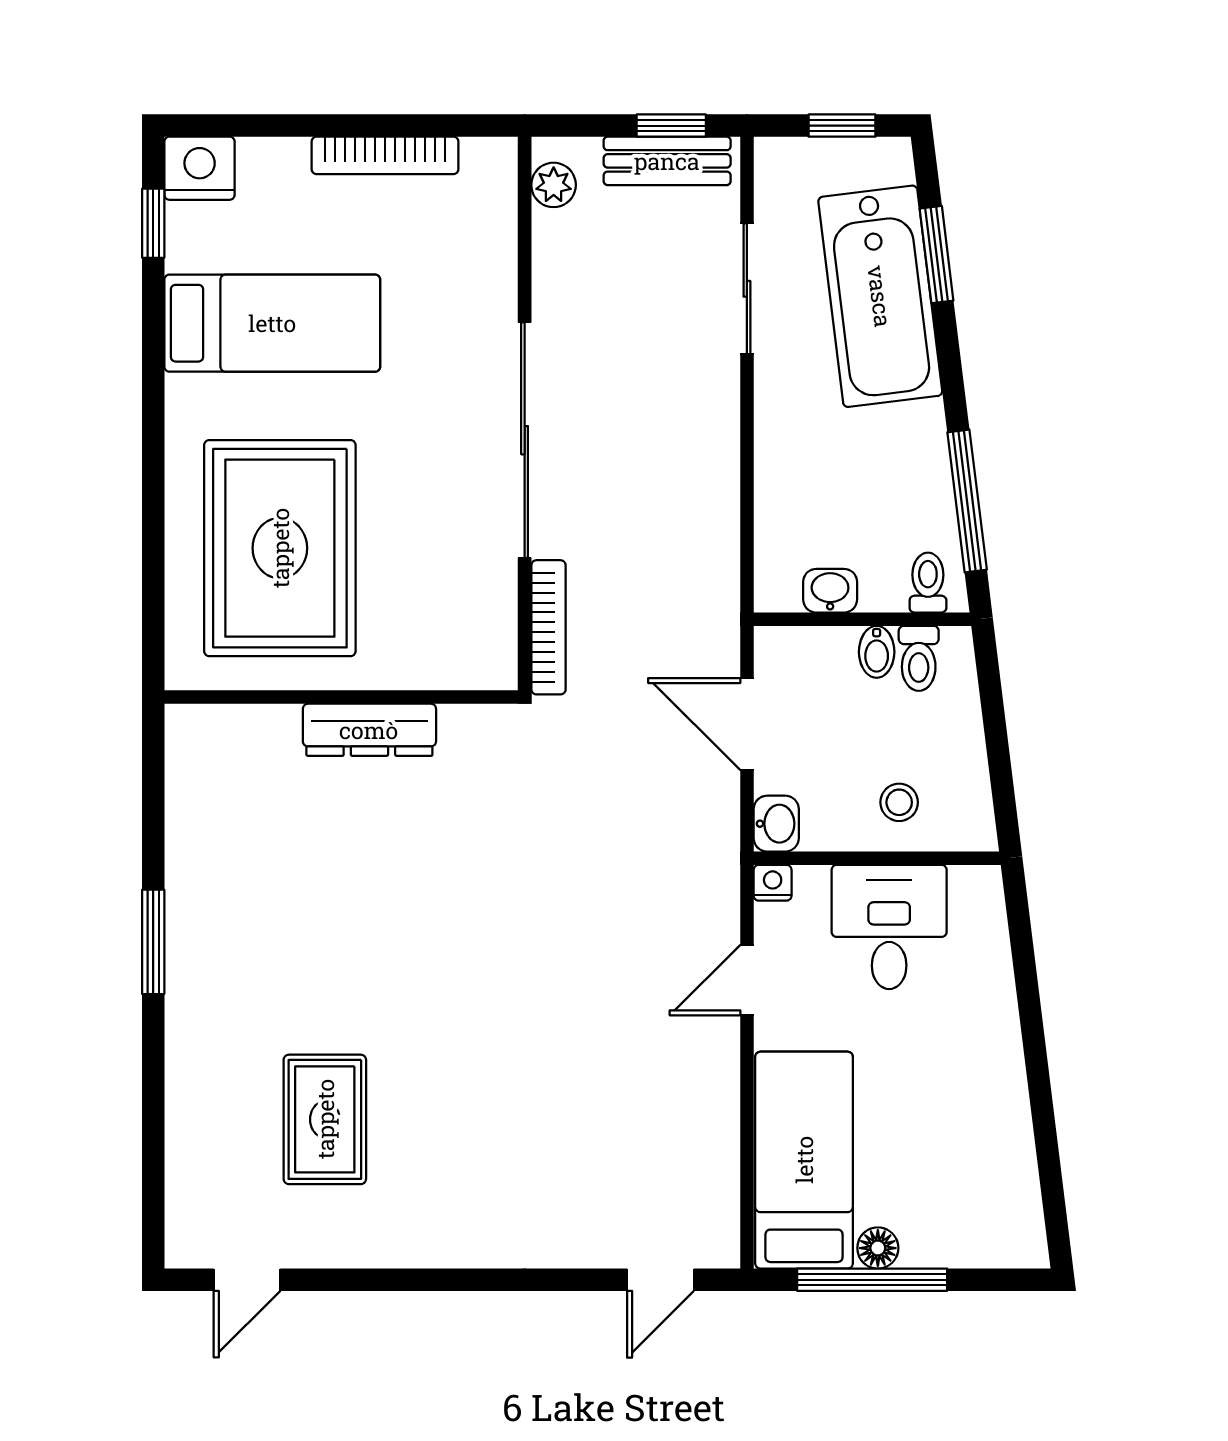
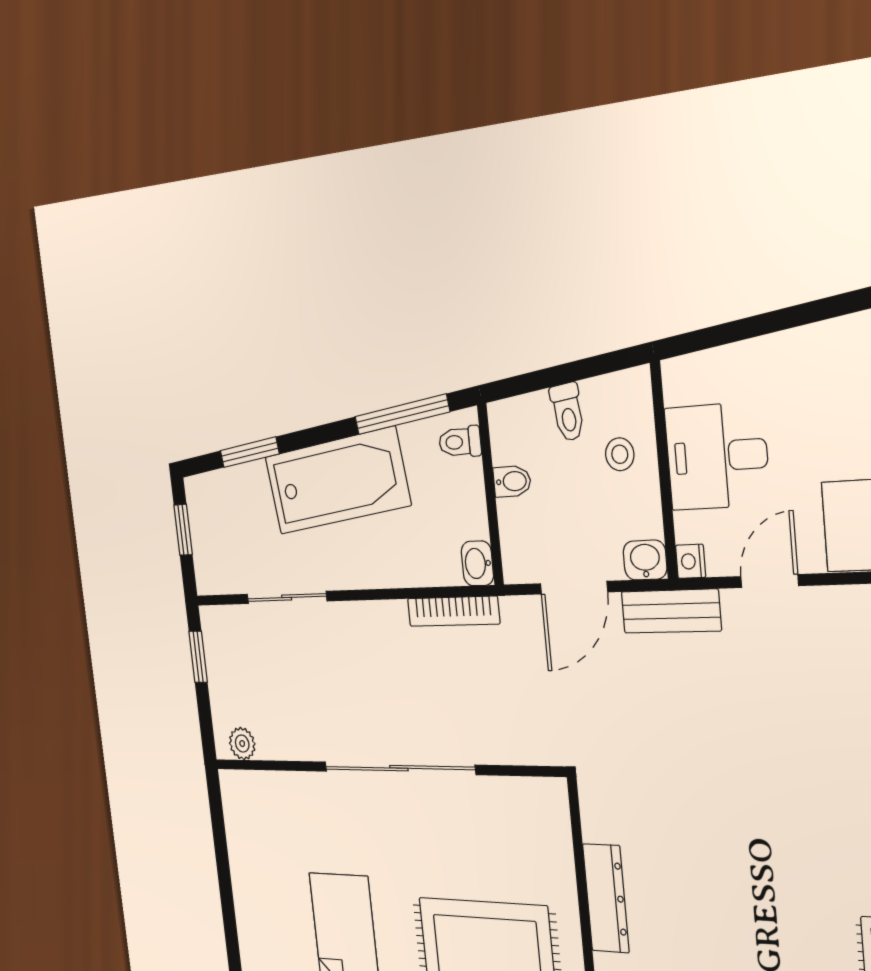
bookcase: (385, 155) -> (240, 866), removed
bench: (667, 161) -> (671, 611), moved, turned 90
bathtub: (880, 296) -> (337, 481), moved
washbasin: (830, 591) -> (477, 563), moved
bookcase: (548, 627) -> (453, 611), moved, turned 180
toilet: (919, 658) -> (568, 412), moved, turned 83
door: (747, 980) -> (769, 581), swing flipped

